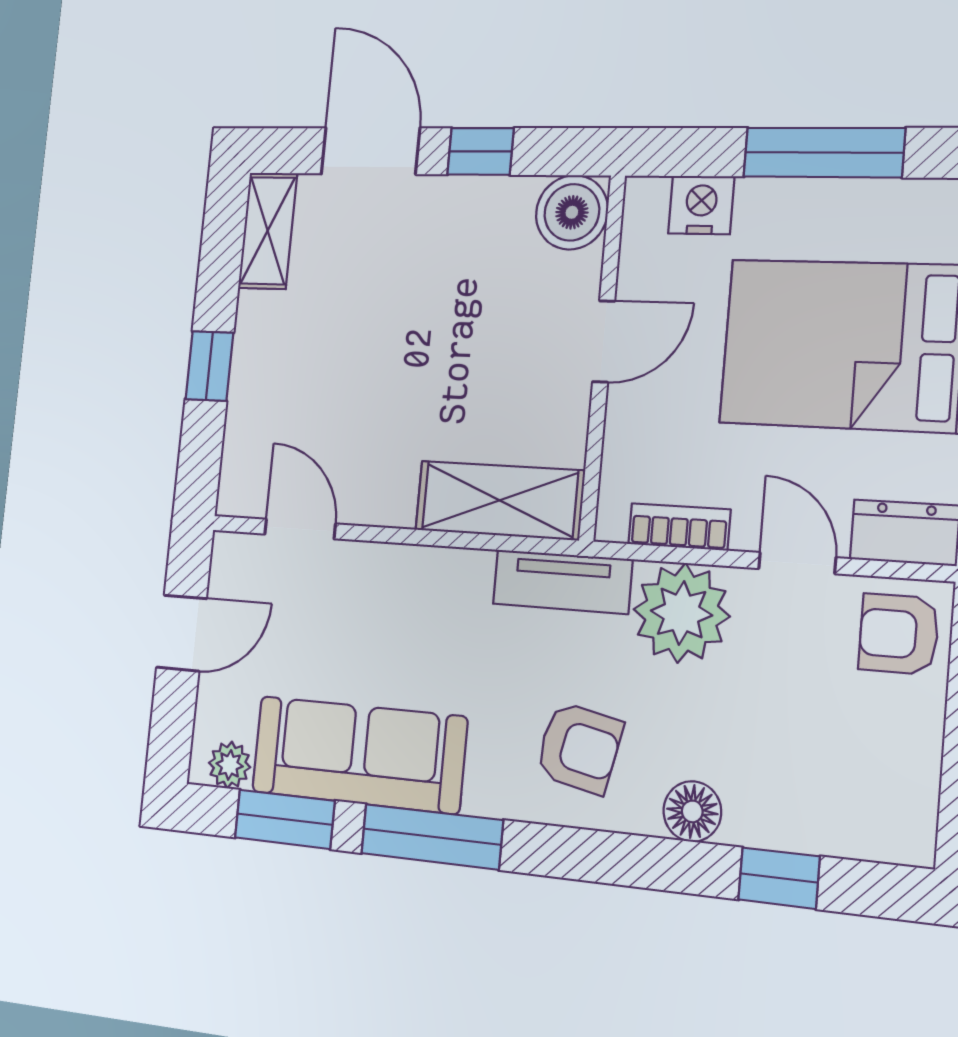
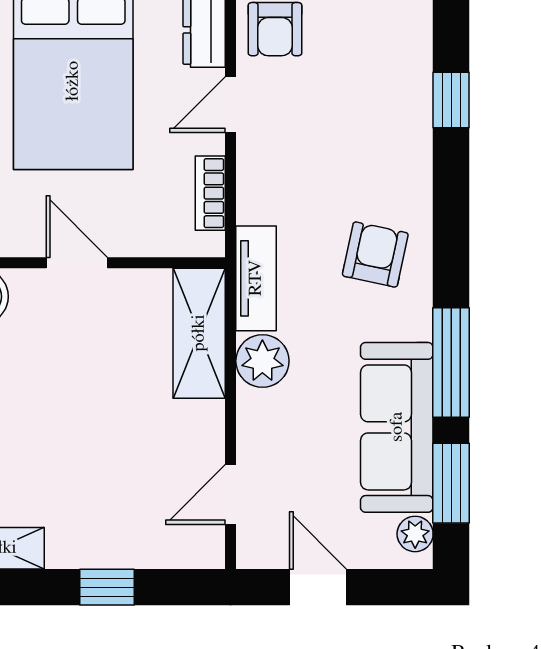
plant: (681, 613) -> (262, 361), moved, width x0.73, depth x0.73
floor lamp: (692, 811) -> (412, 166), removed

